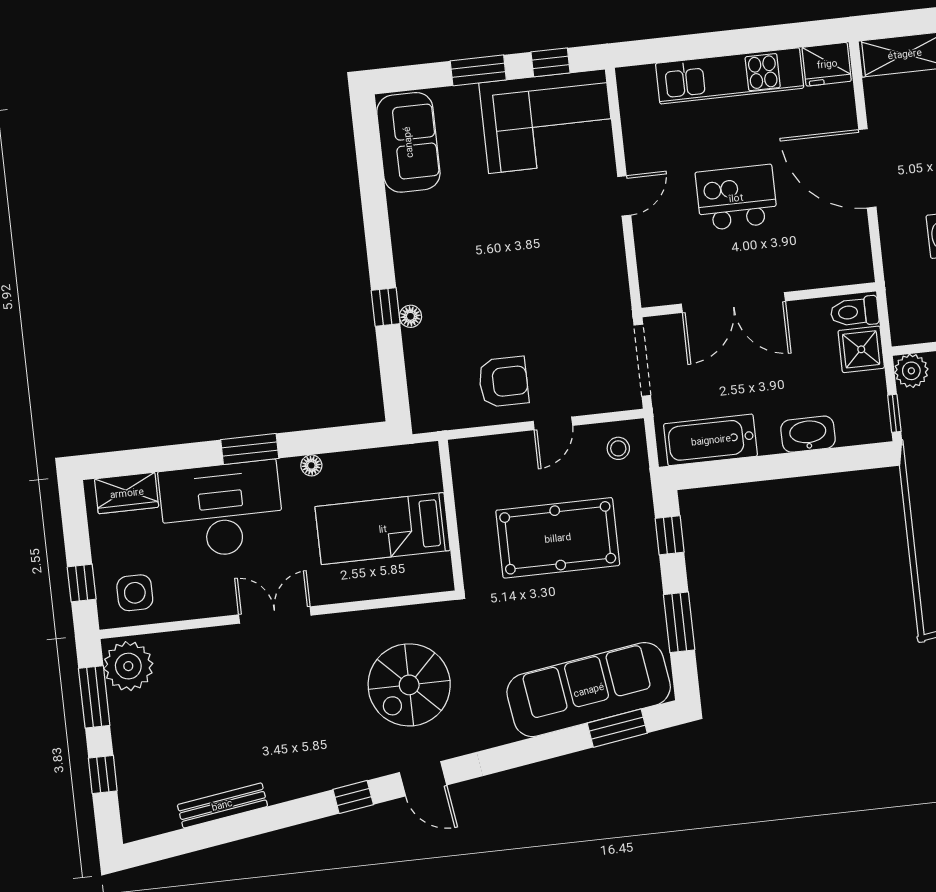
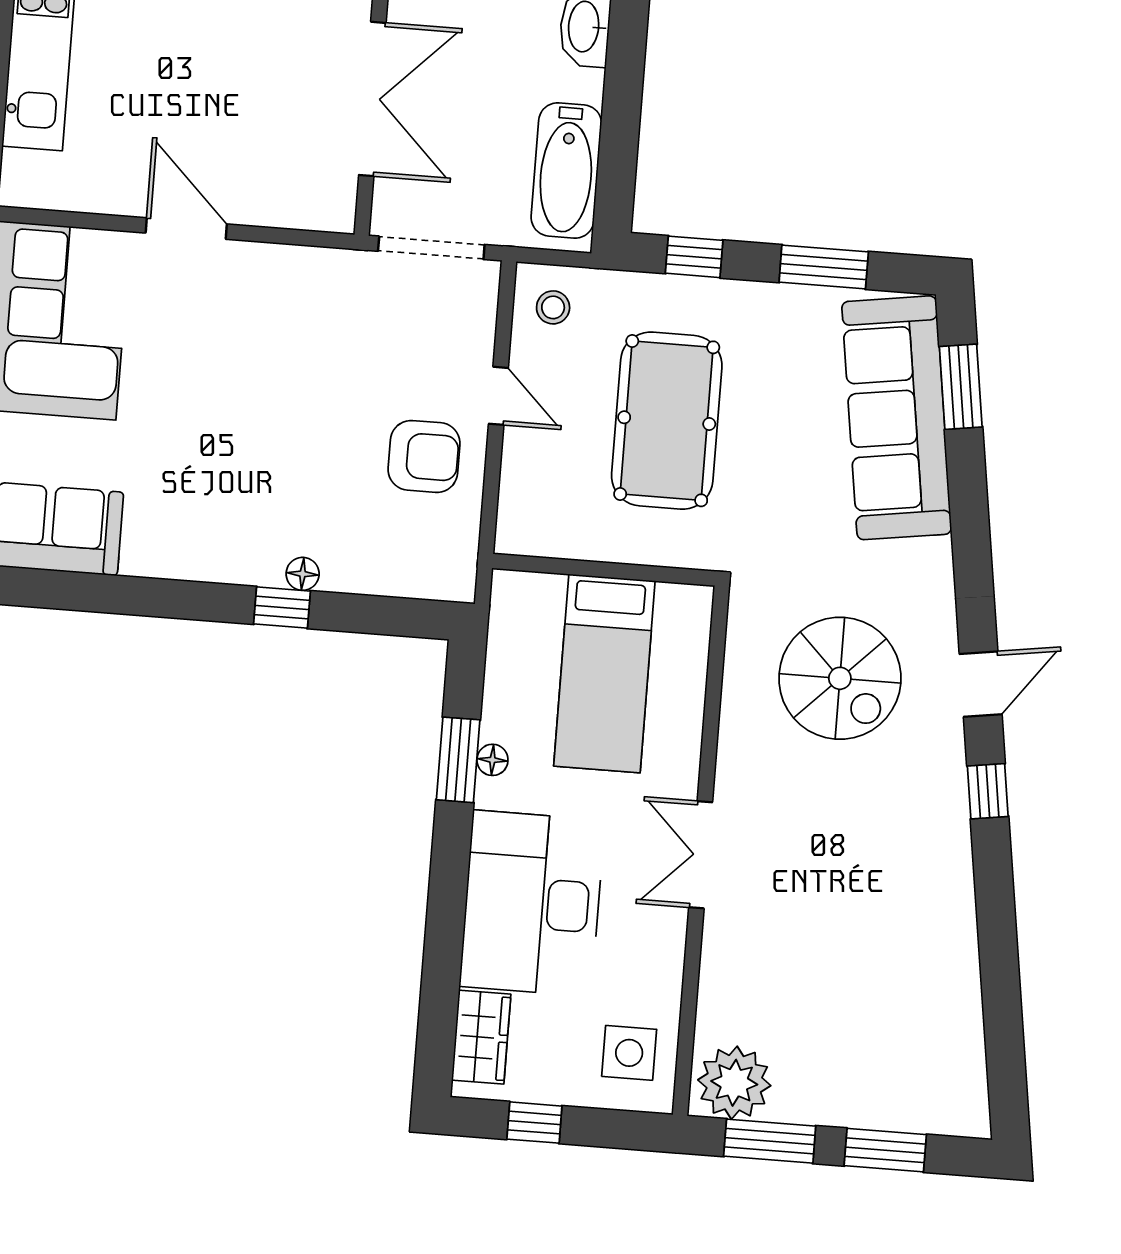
door: (624, 196) -> (186, 229), width x1.38
kitchen island: (736, 198) -> (220, 65), removed
armchair: (503, 382) -> (424, 456), turned 90
window: (250, 449) -> (458, 760), moved
window: (82, 583) -> (534, 1123), moved
window: (103, 774) -> (885, 1150), width x1.50
bench: (222, 805) -> (964, 984), removed

